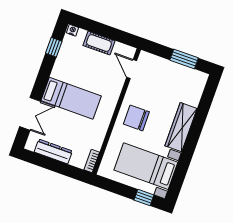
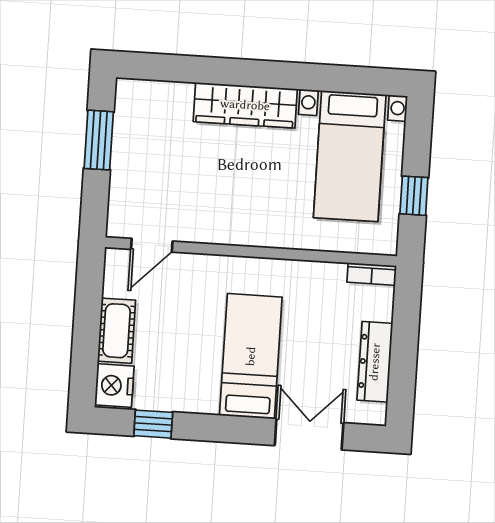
nightstand: (73, 30) -> (114, 385), width x1.89, depth x1.79
chair: (136, 118) -> (253, 206), removed
window: (144, 198) -> (414, 196), moved

